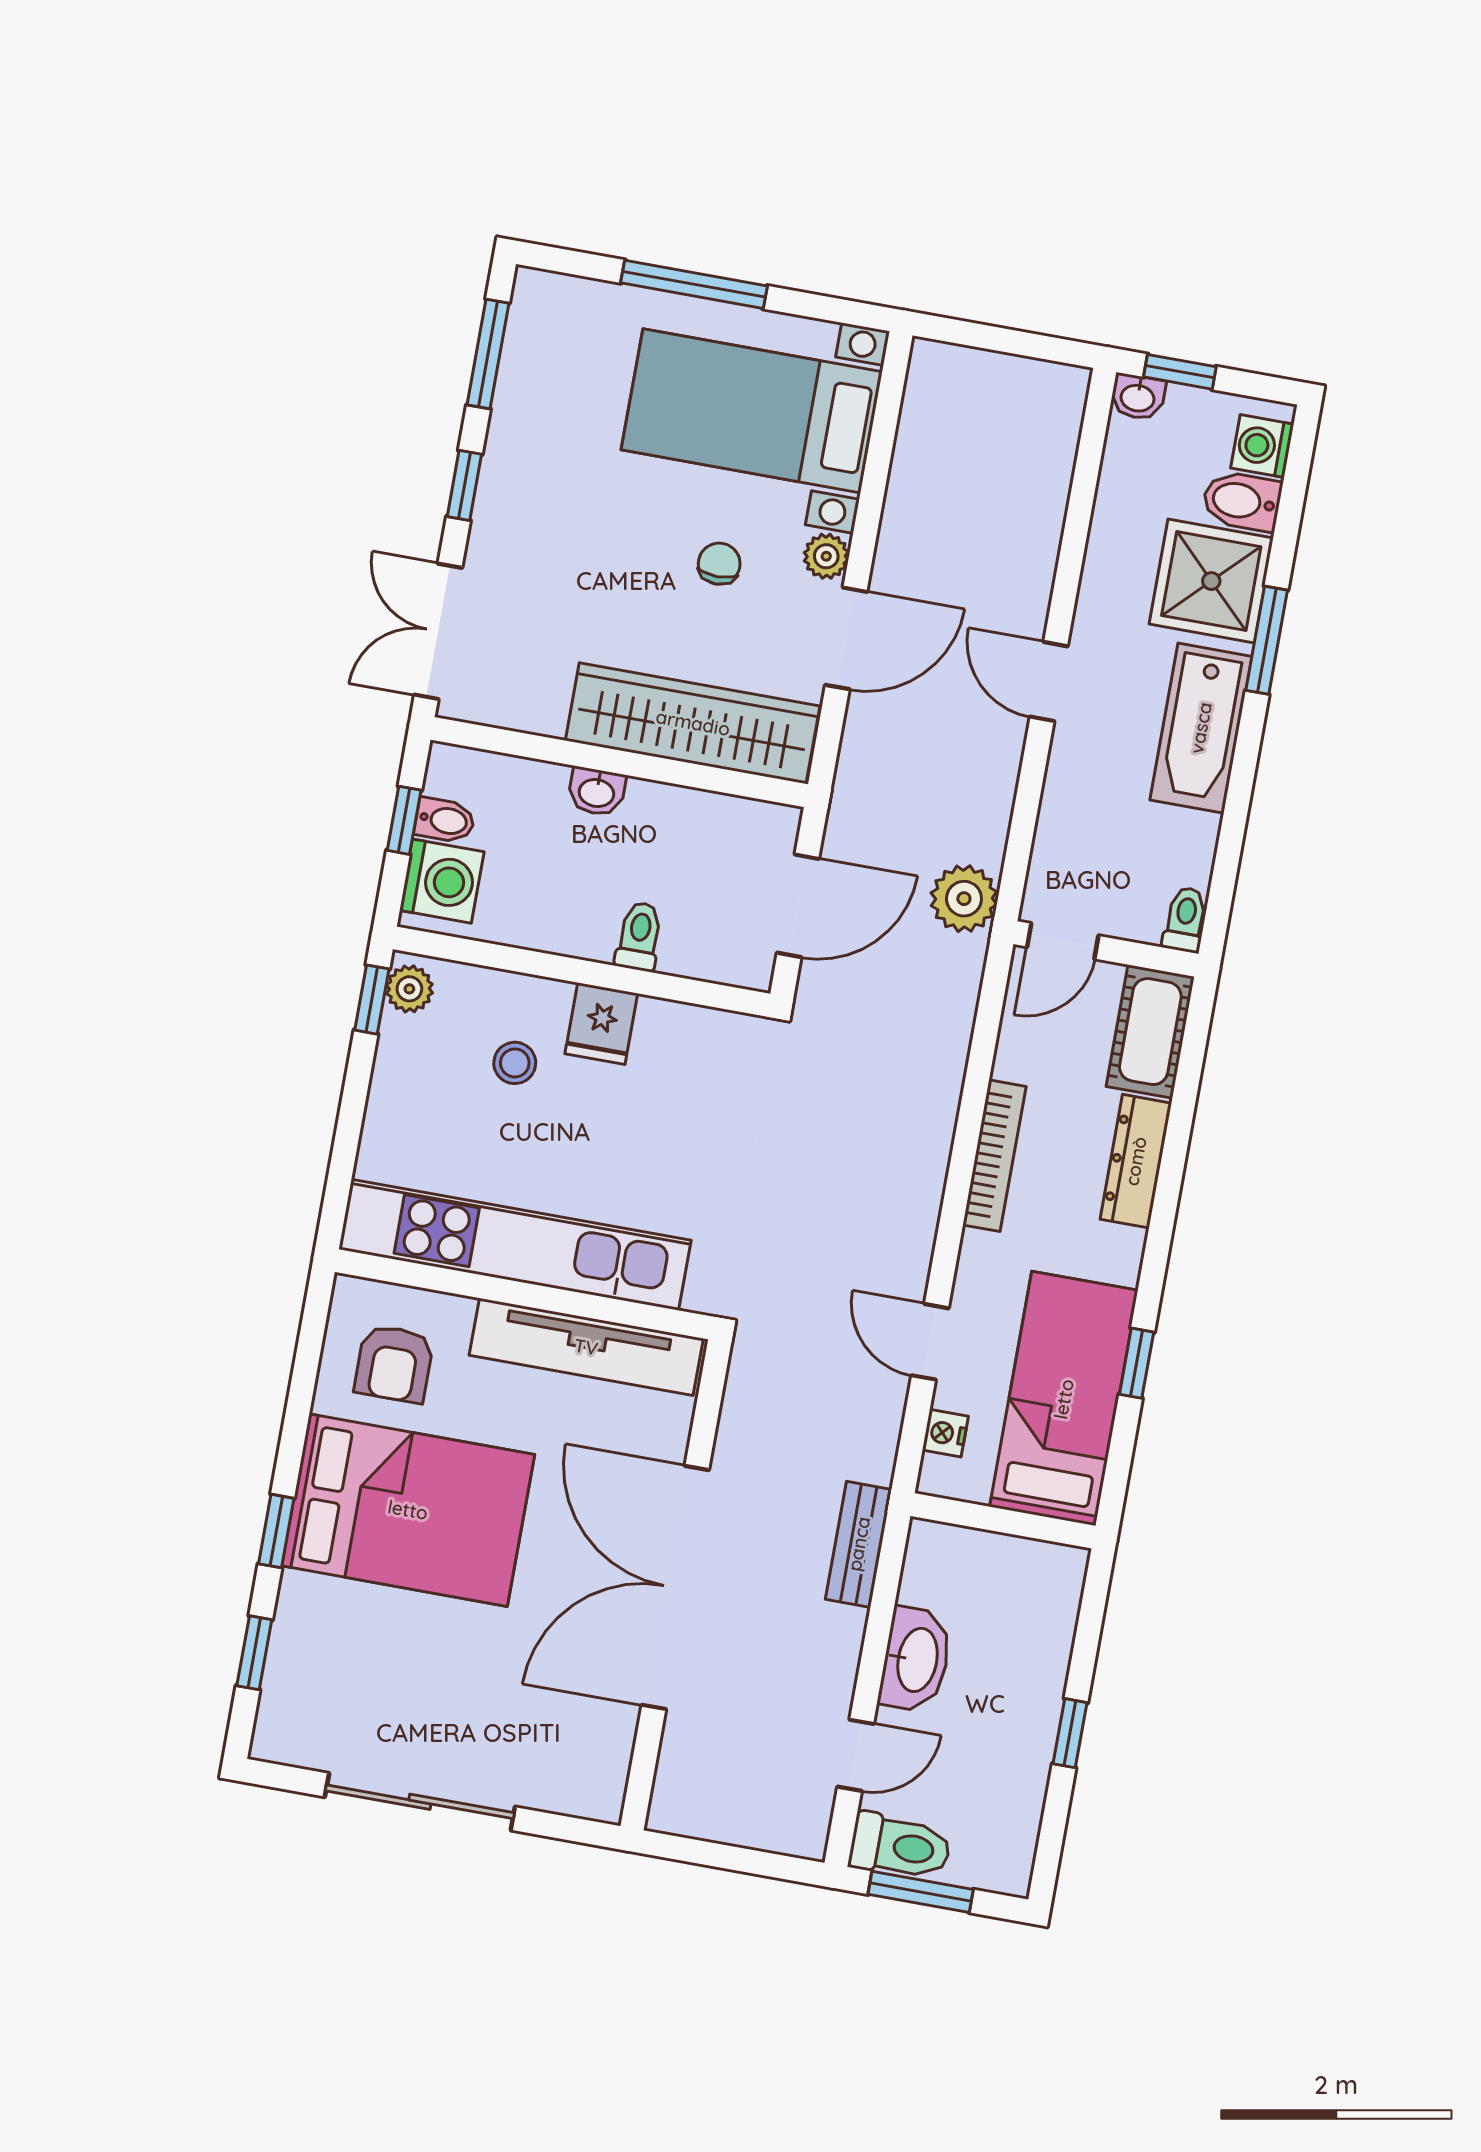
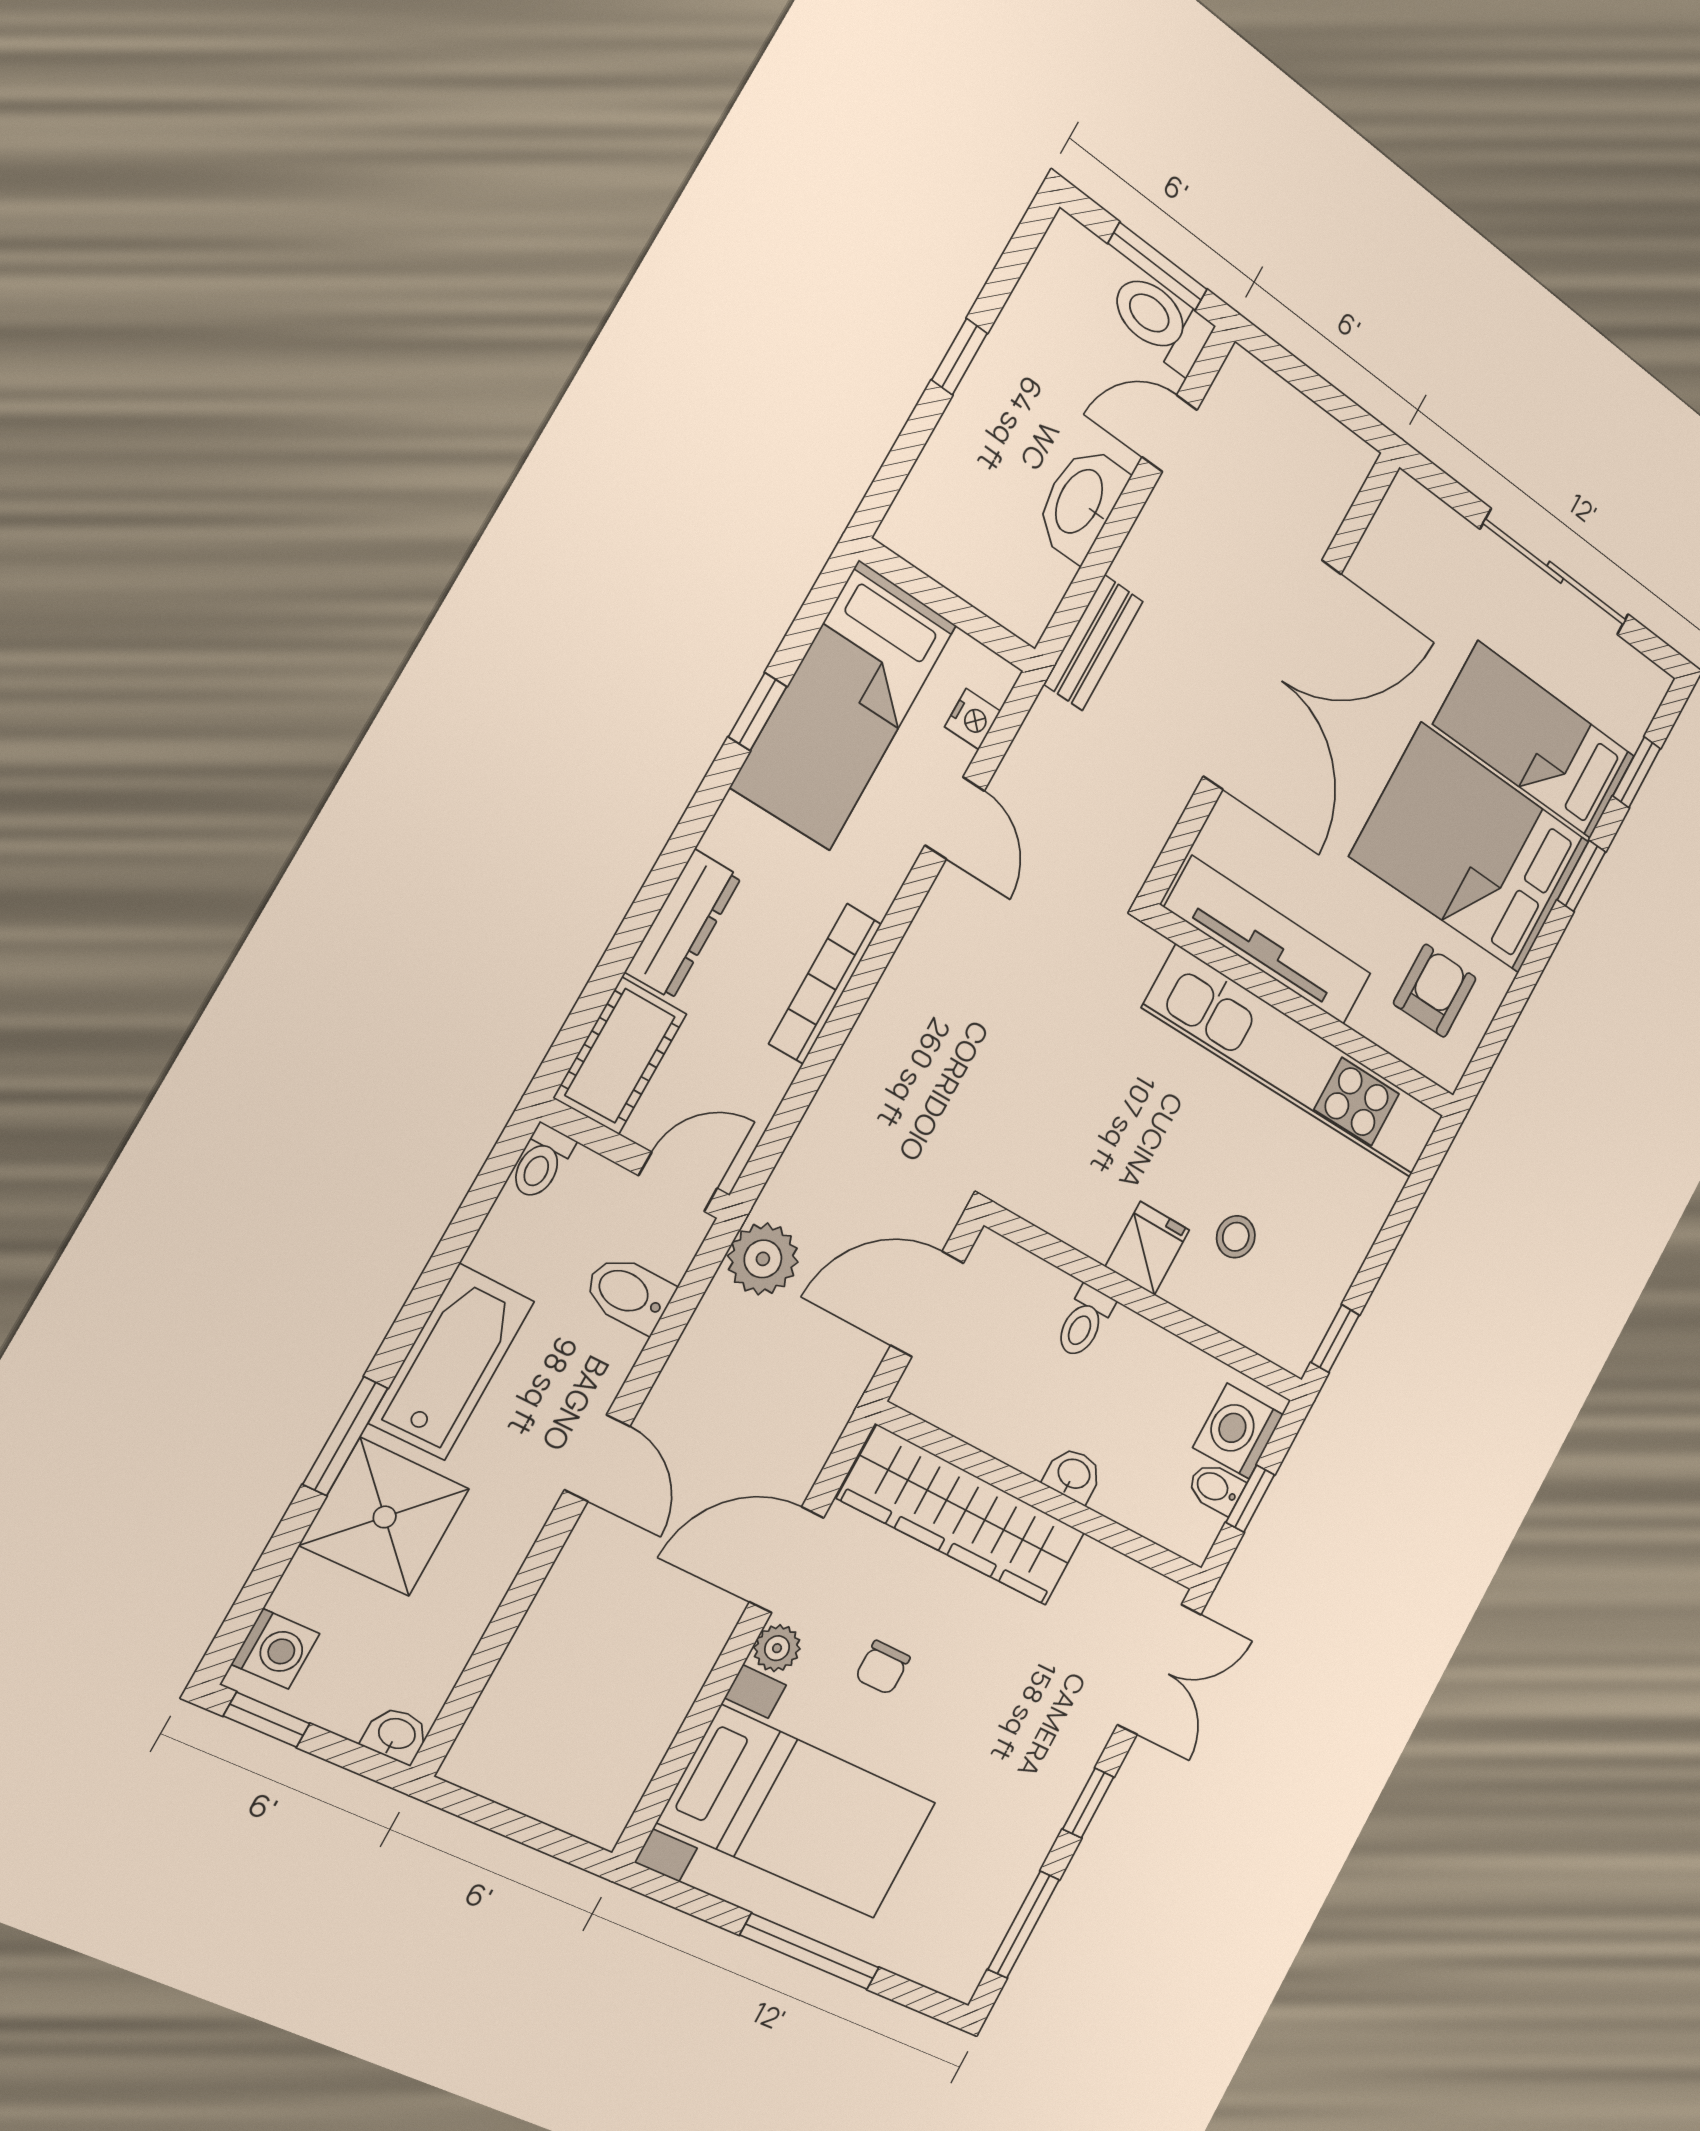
window: (1180, 372) -> (267, 1720), moved
bidet: (1242, 501) -> (629, 1293), moved, turned 180
plant: (409, 989) -> (1301, 1338), removed
bed: (379, 1638) -> (1535, 741), added

